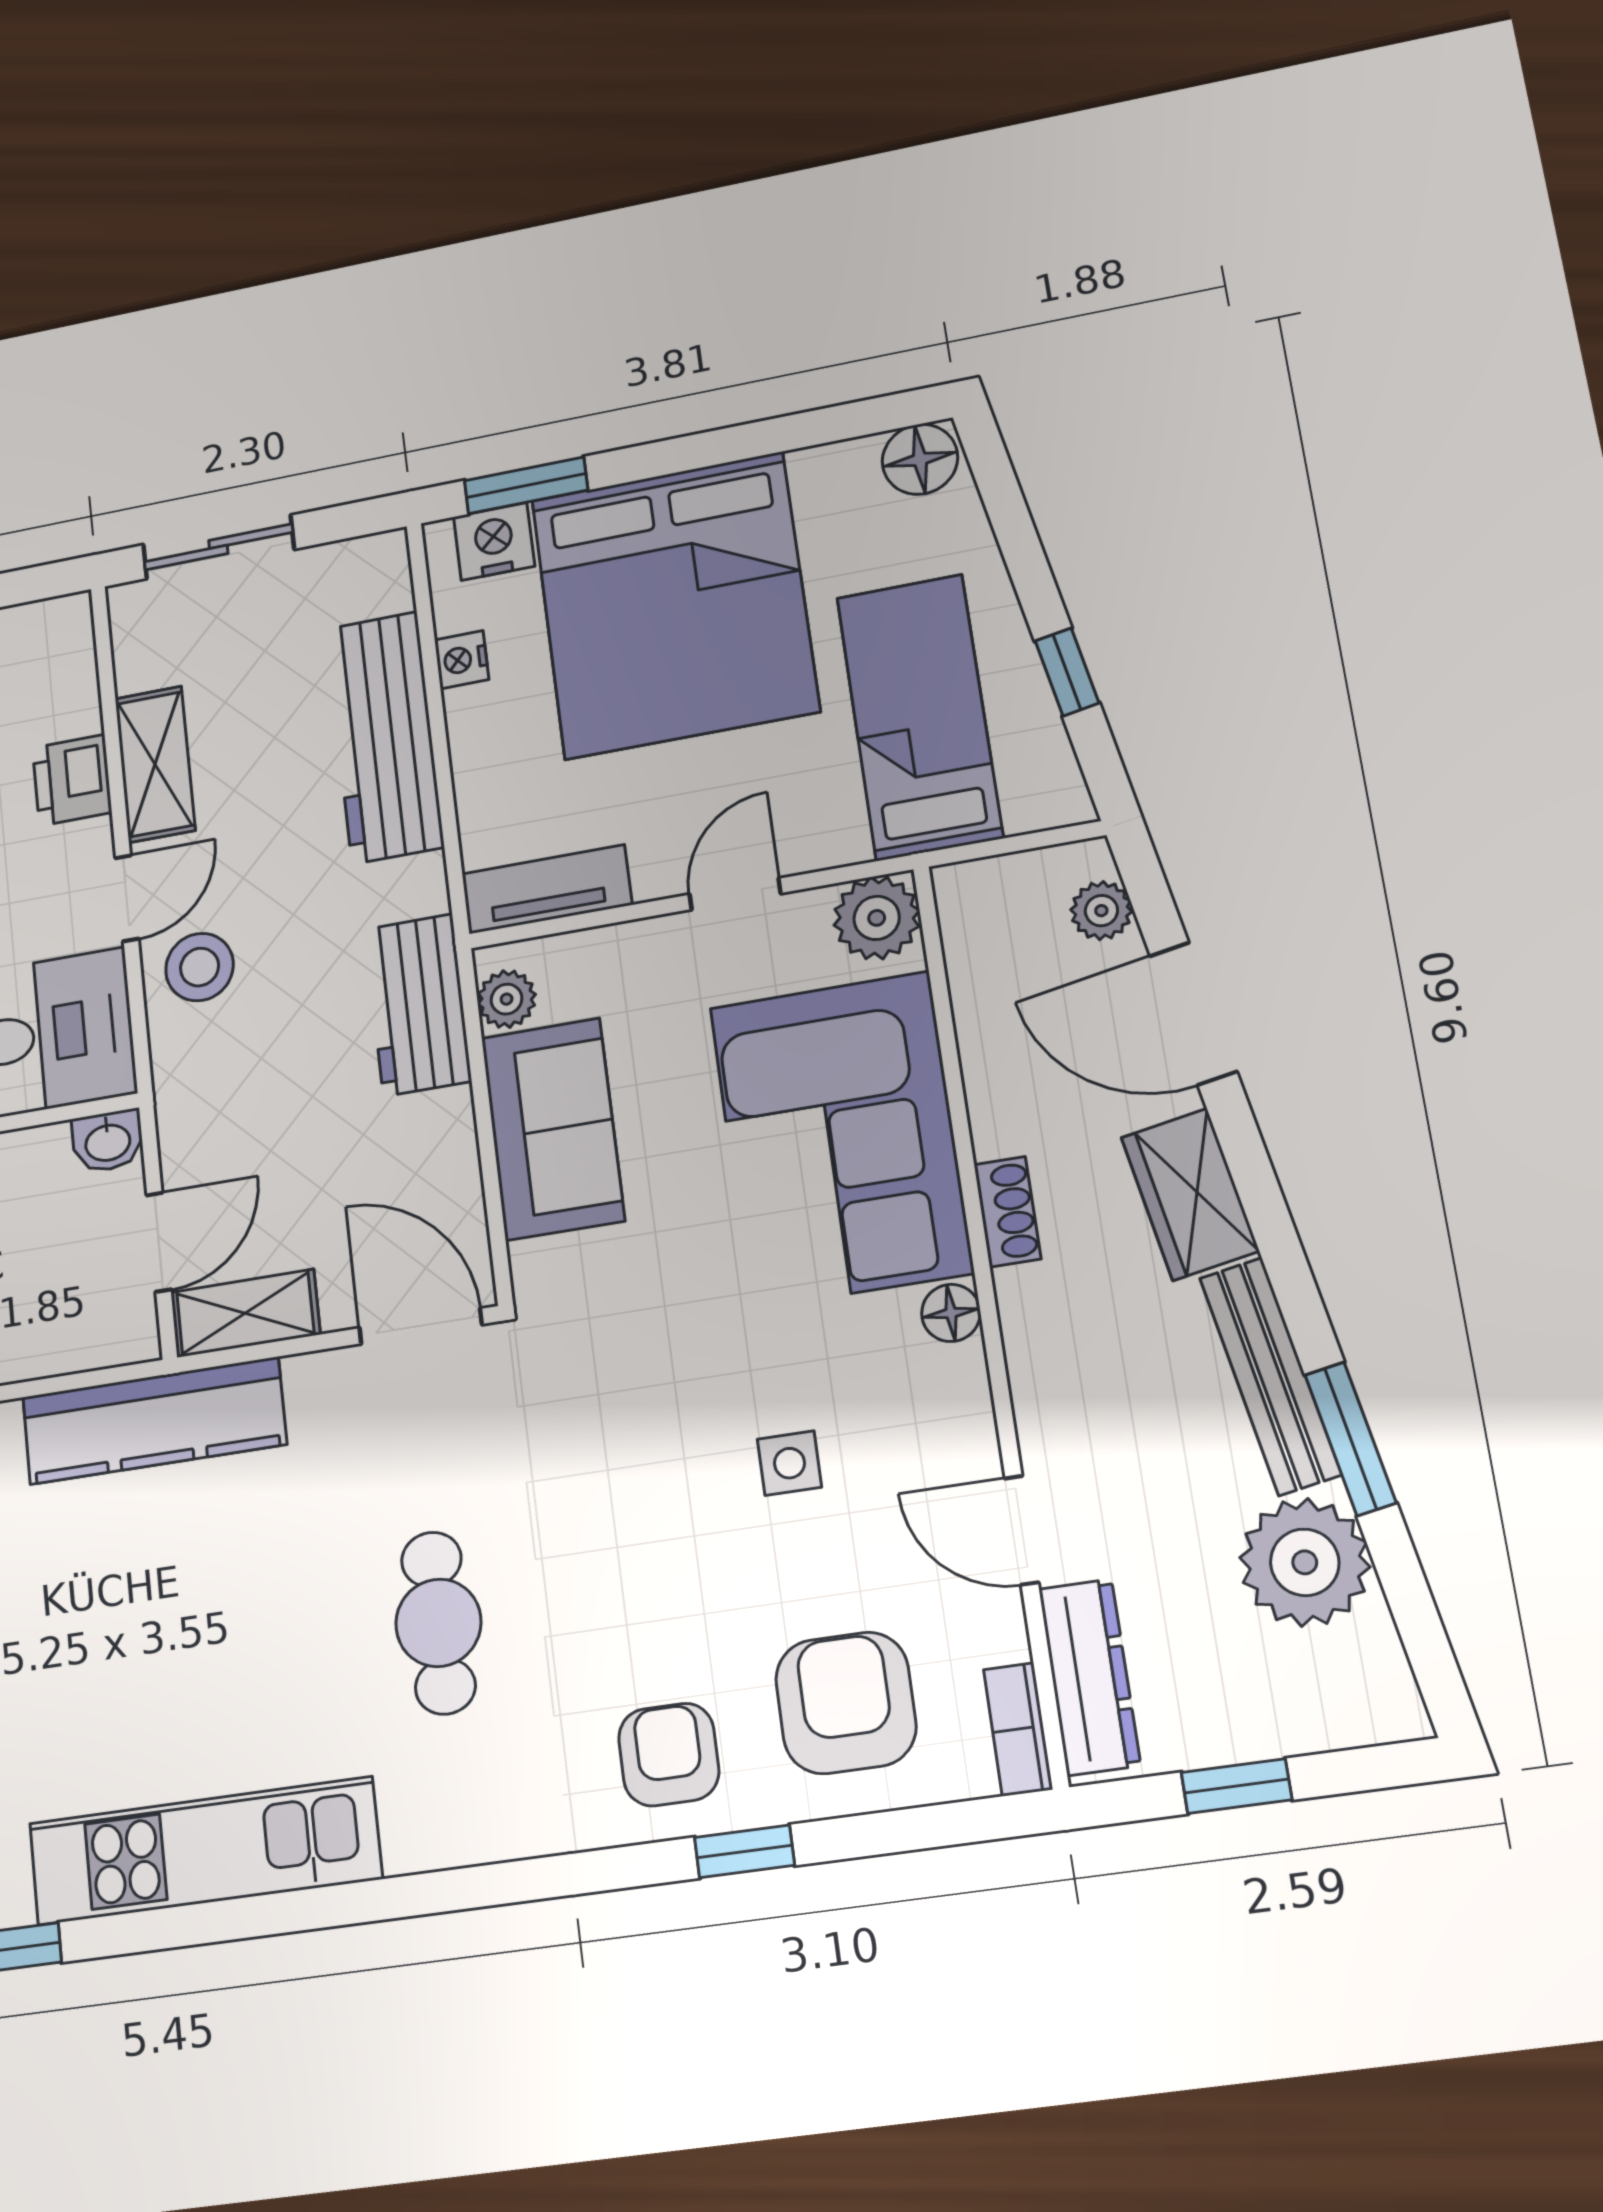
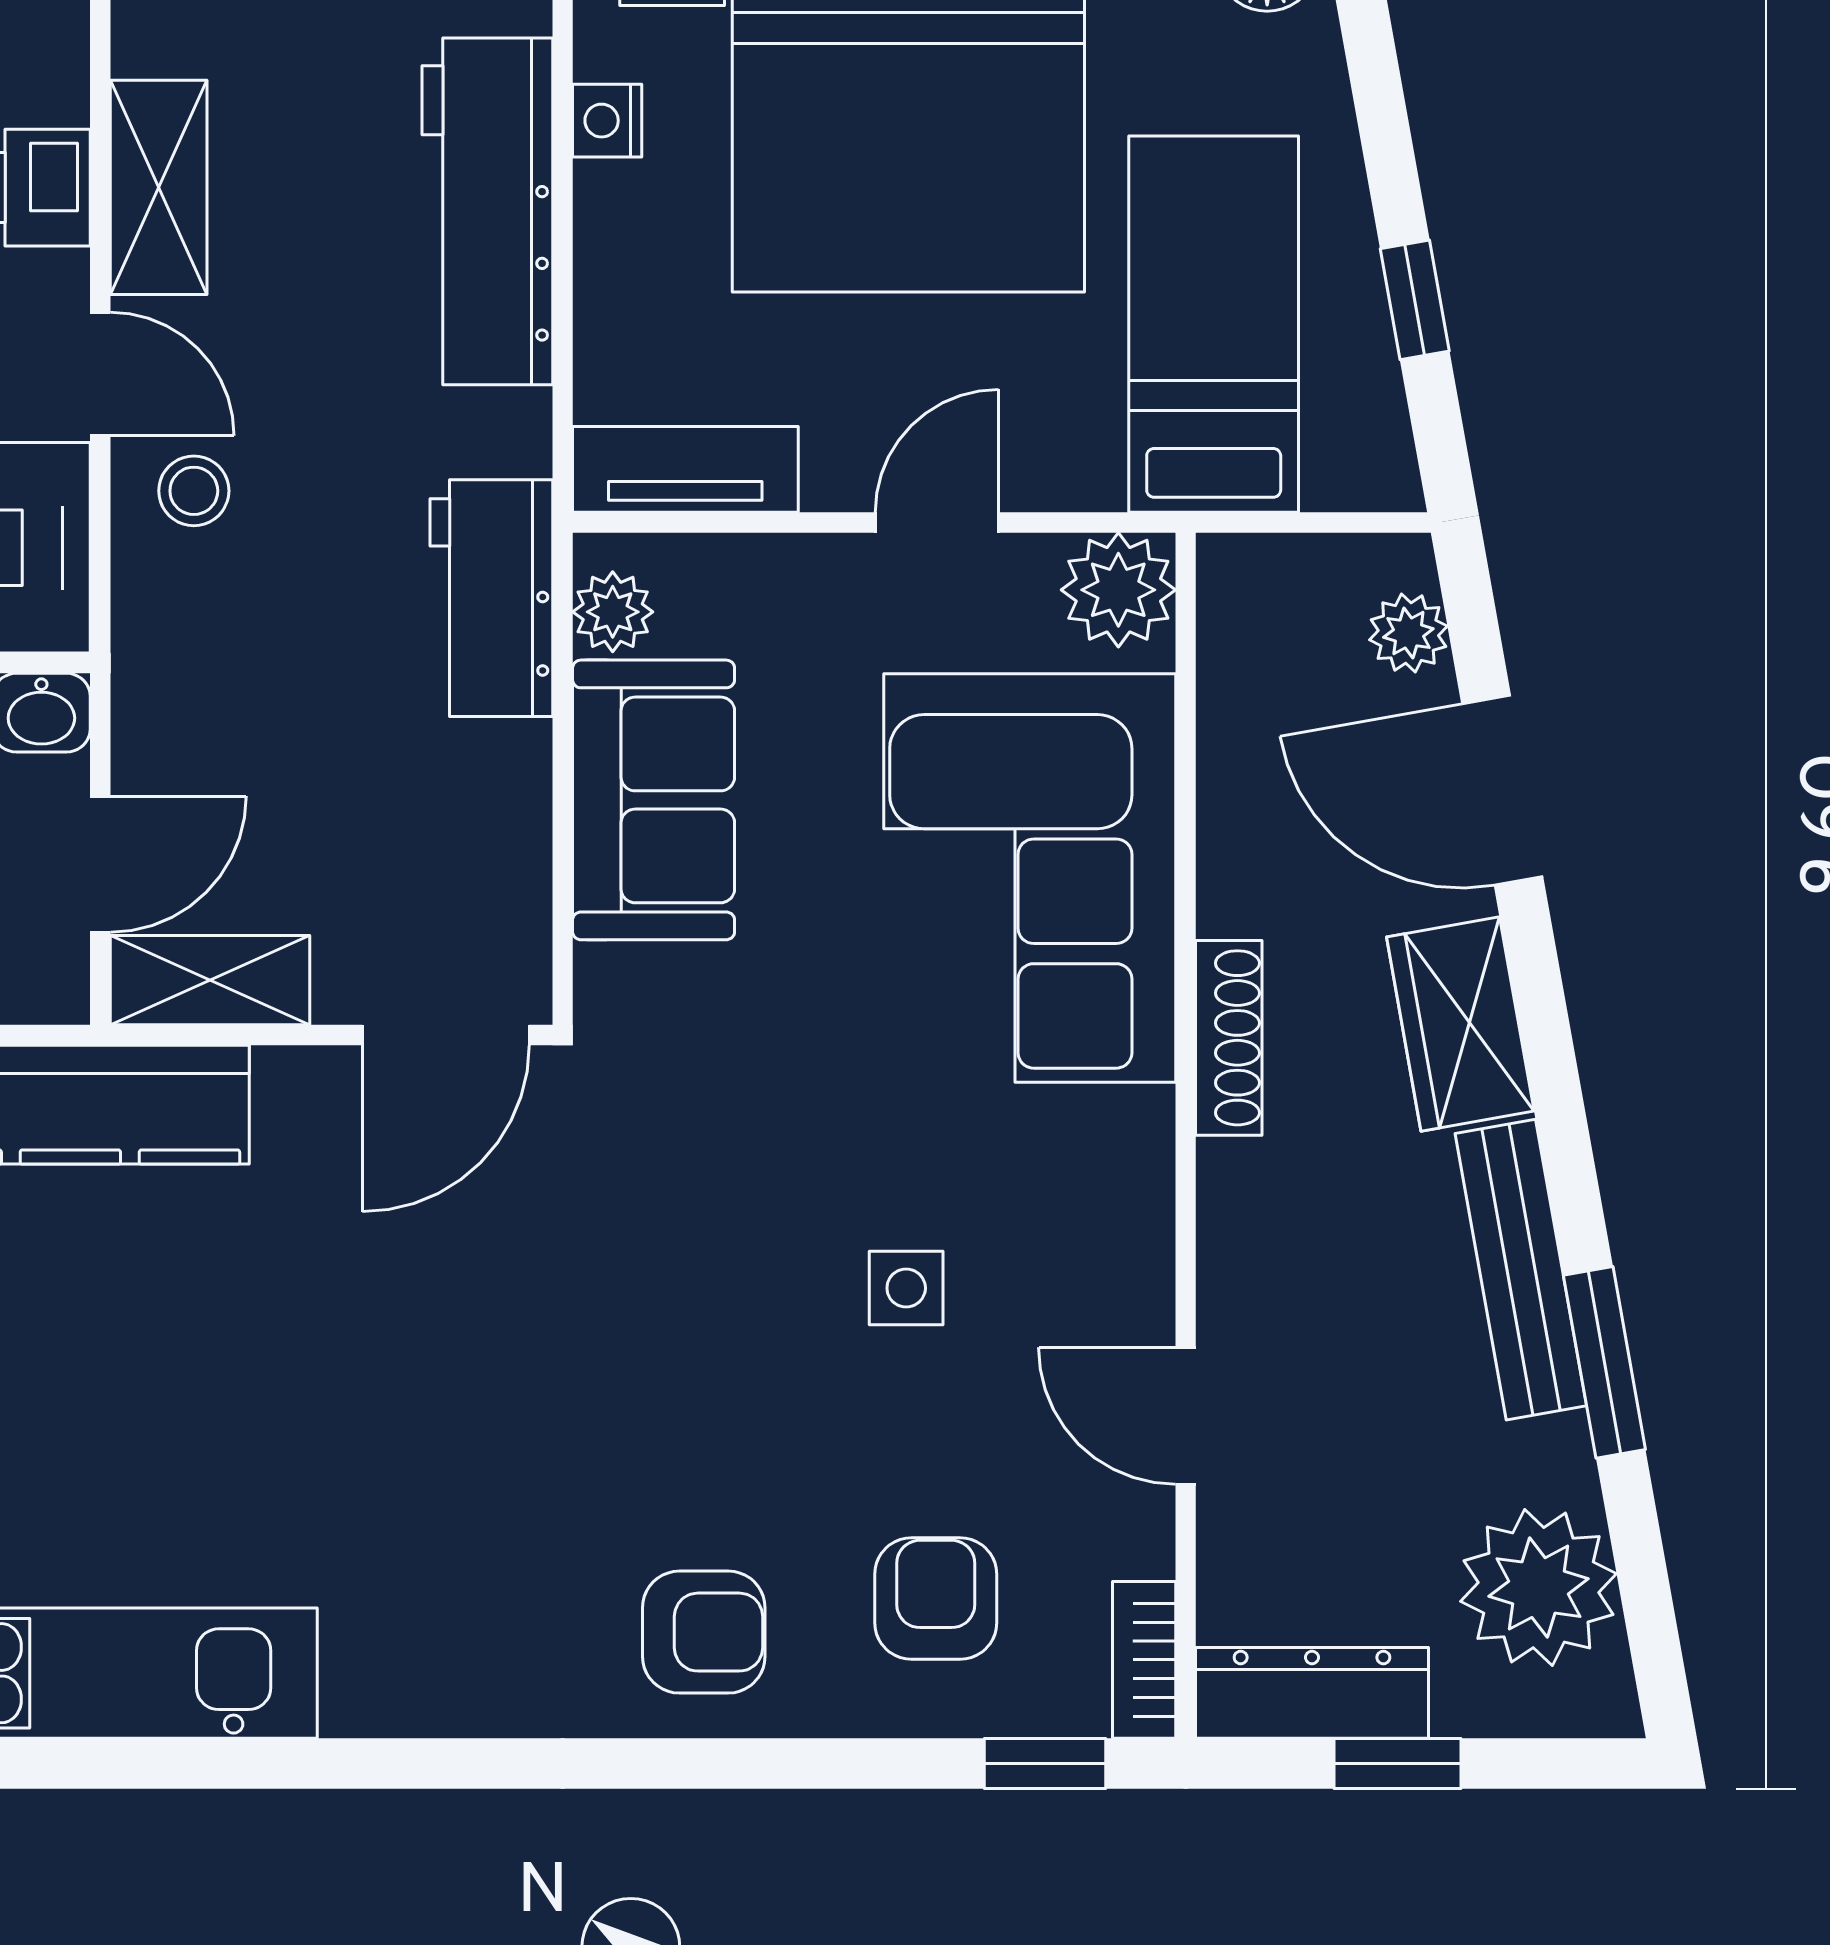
door: (127, 898) -> (100, 374), hinge flipped
stool: (200, 967) -> (194, 491), width x0.73, depth x0.73
shoe rack: (1007, 1212) -> (1229, 1038), width x1.43
floor lamp: (951, 1313) -> (1138, 1128), removed
door: (420, 1326) -> (446, 1035), swing flipped
plant: (1305, 1562) -> (1539, 1588), moved
cafe table: (438, 1623) -> (426, 1425), removed
dresser: (1089, 1677) -> (1312, 1693), moved, turned -90
armchair: (846, 1703) -> (936, 1599), width x0.72, depth x0.72
armchair: (669, 1755) -> (704, 1632), turned 90
window: (744, 1851) -> (1045, 1764), moved

